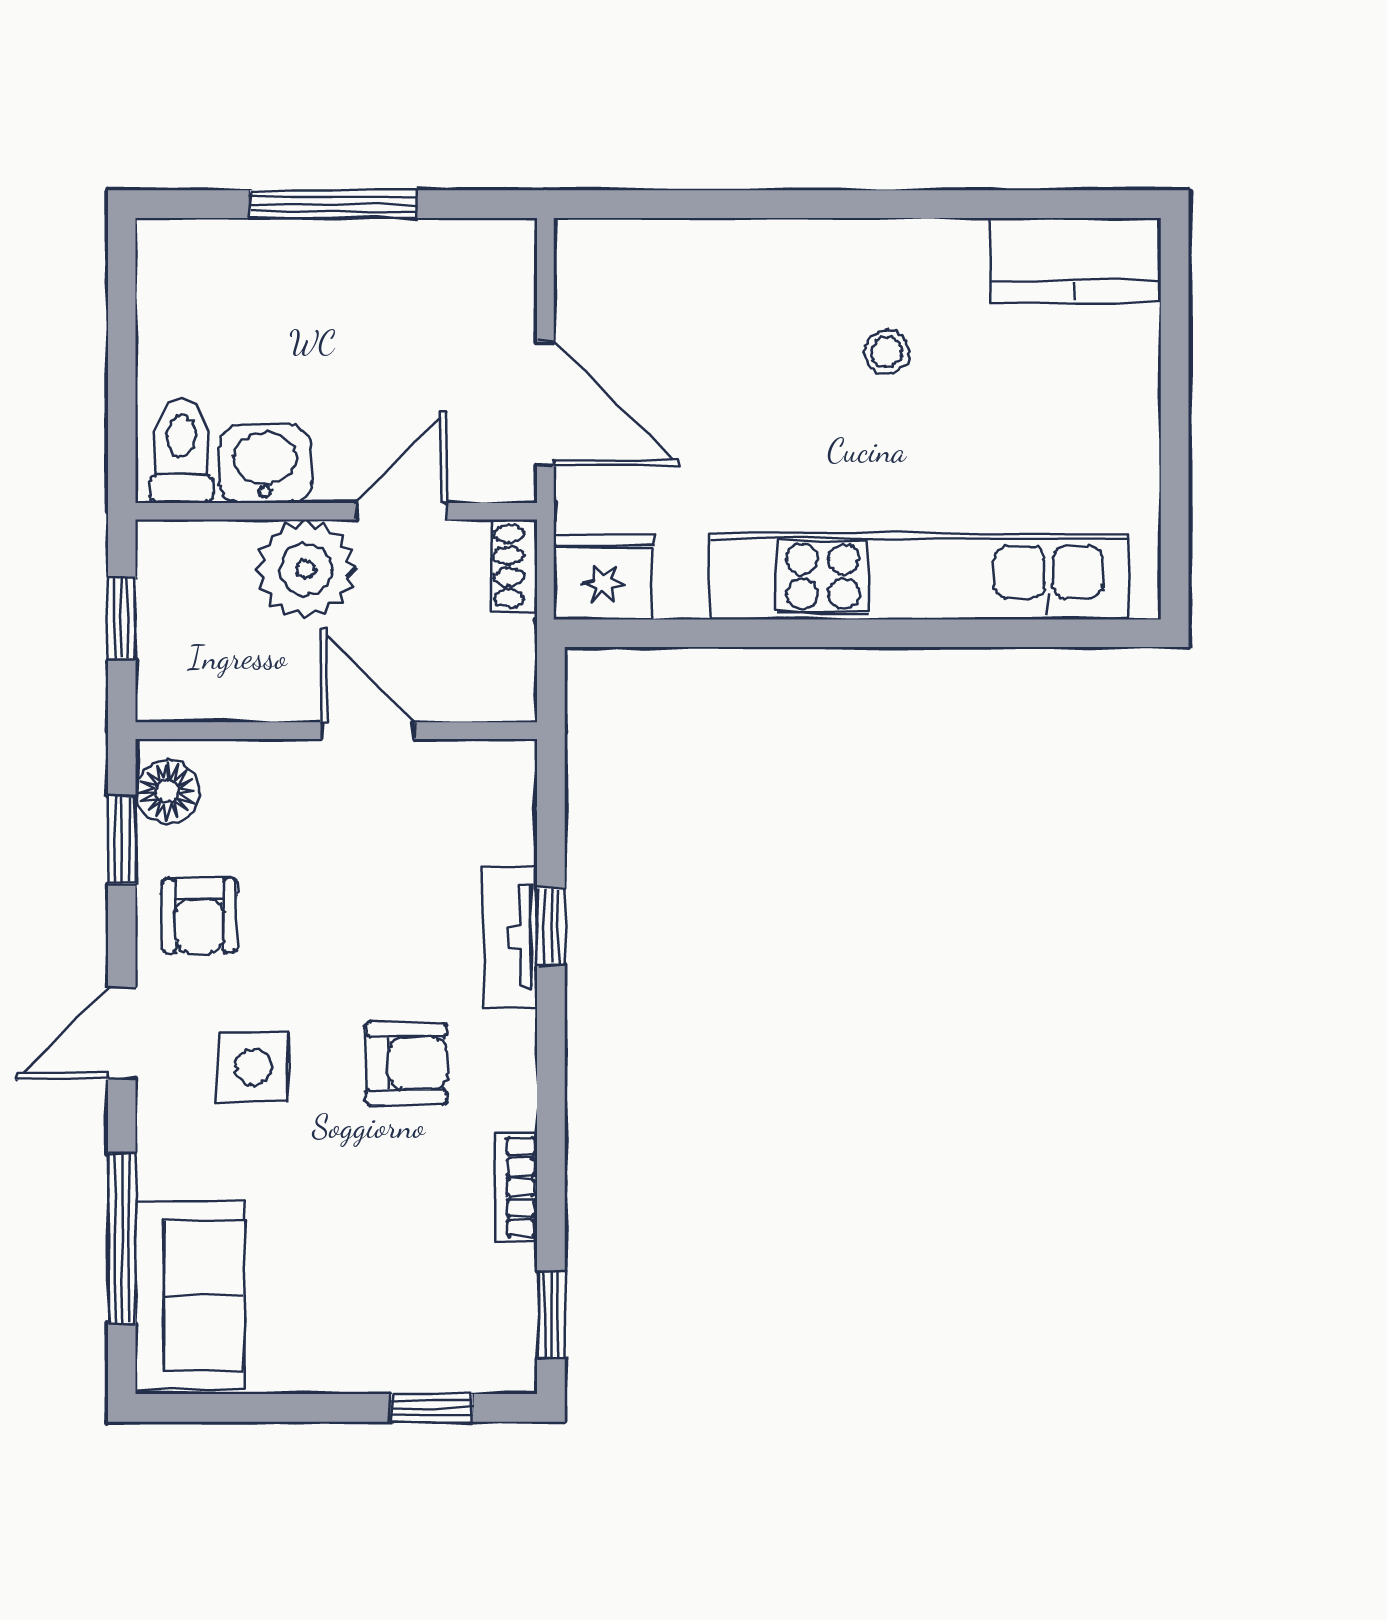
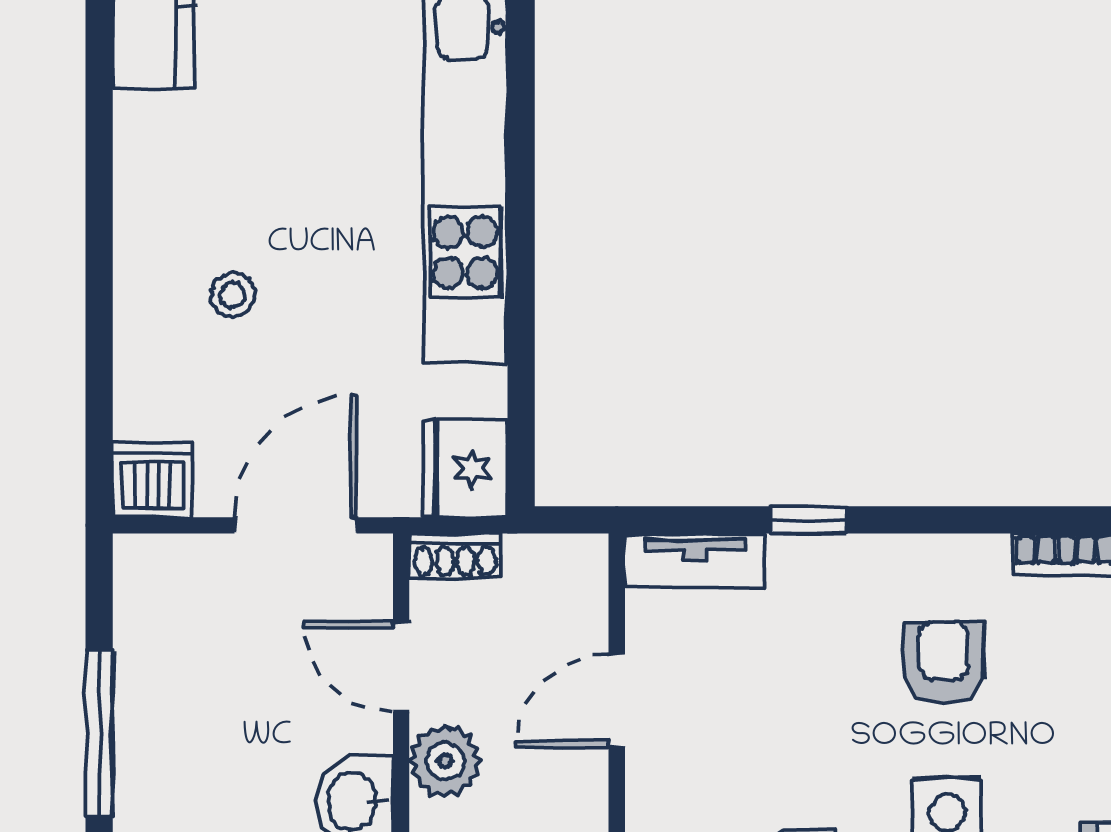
dishwasher: (592, 258) -> (153, 480), added
stool: (887, 352) -> (233, 295), moved
plant: (306, 569) -> (445, 761), width x0.73, depth x0.73
tv unit: (510, 937) -> (695, 560), moved

